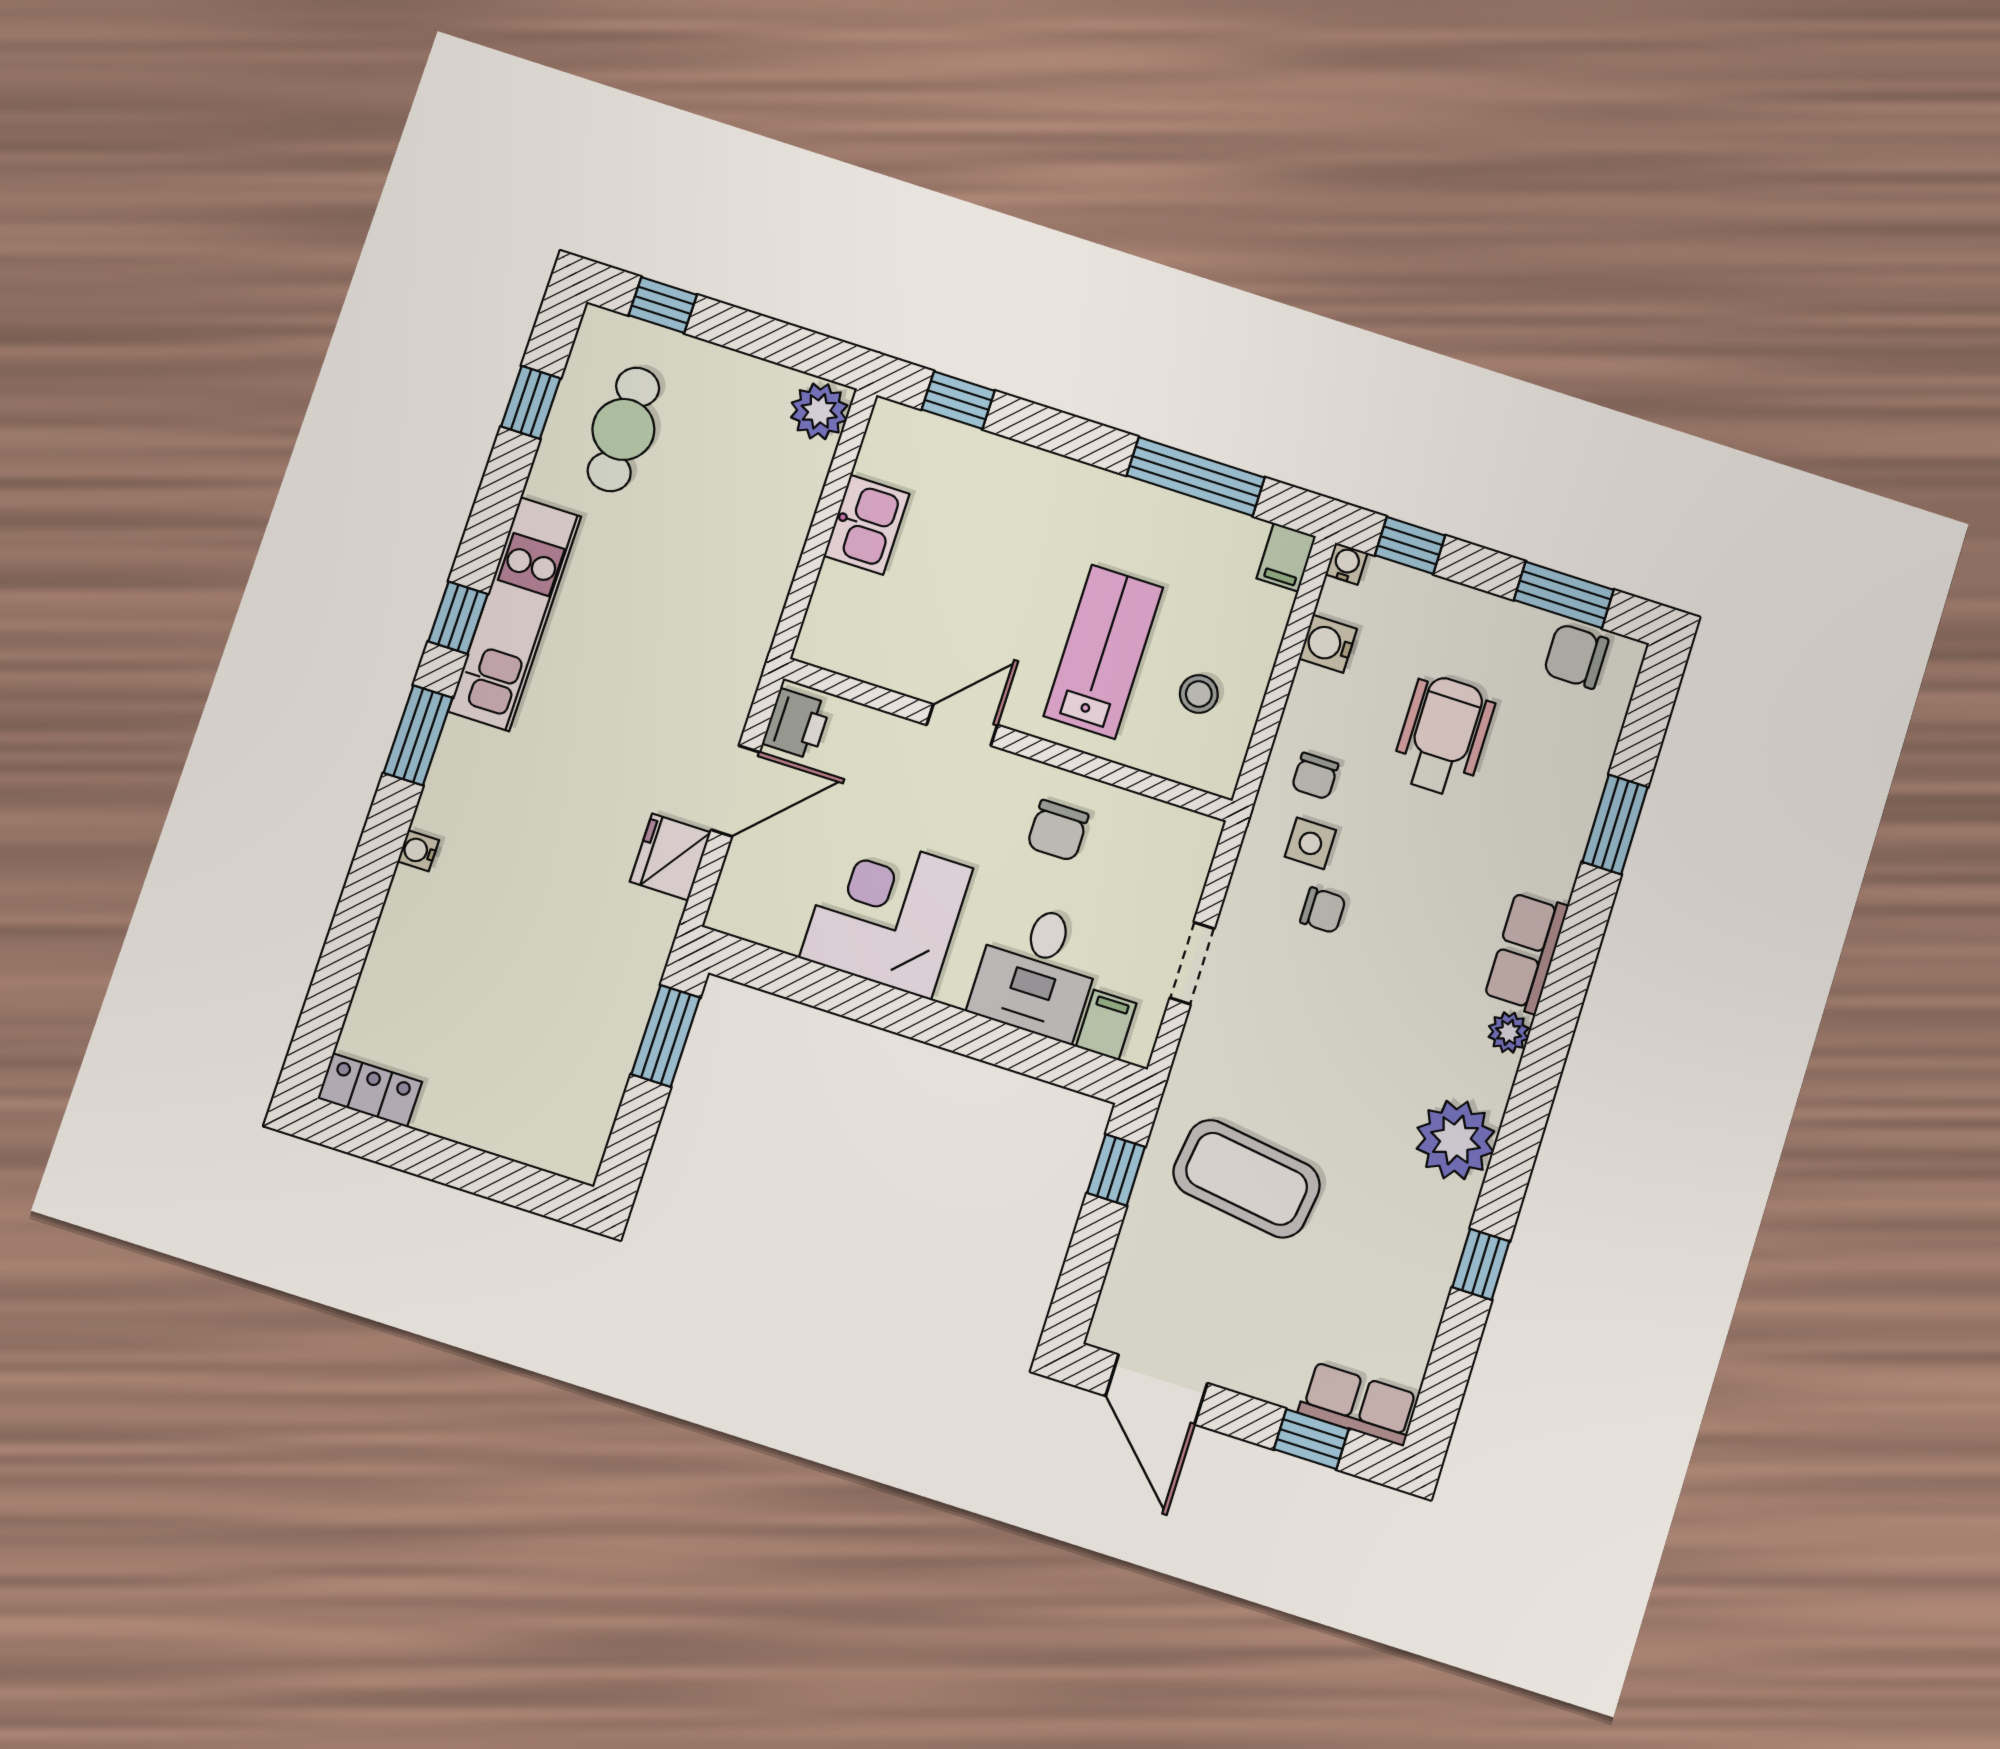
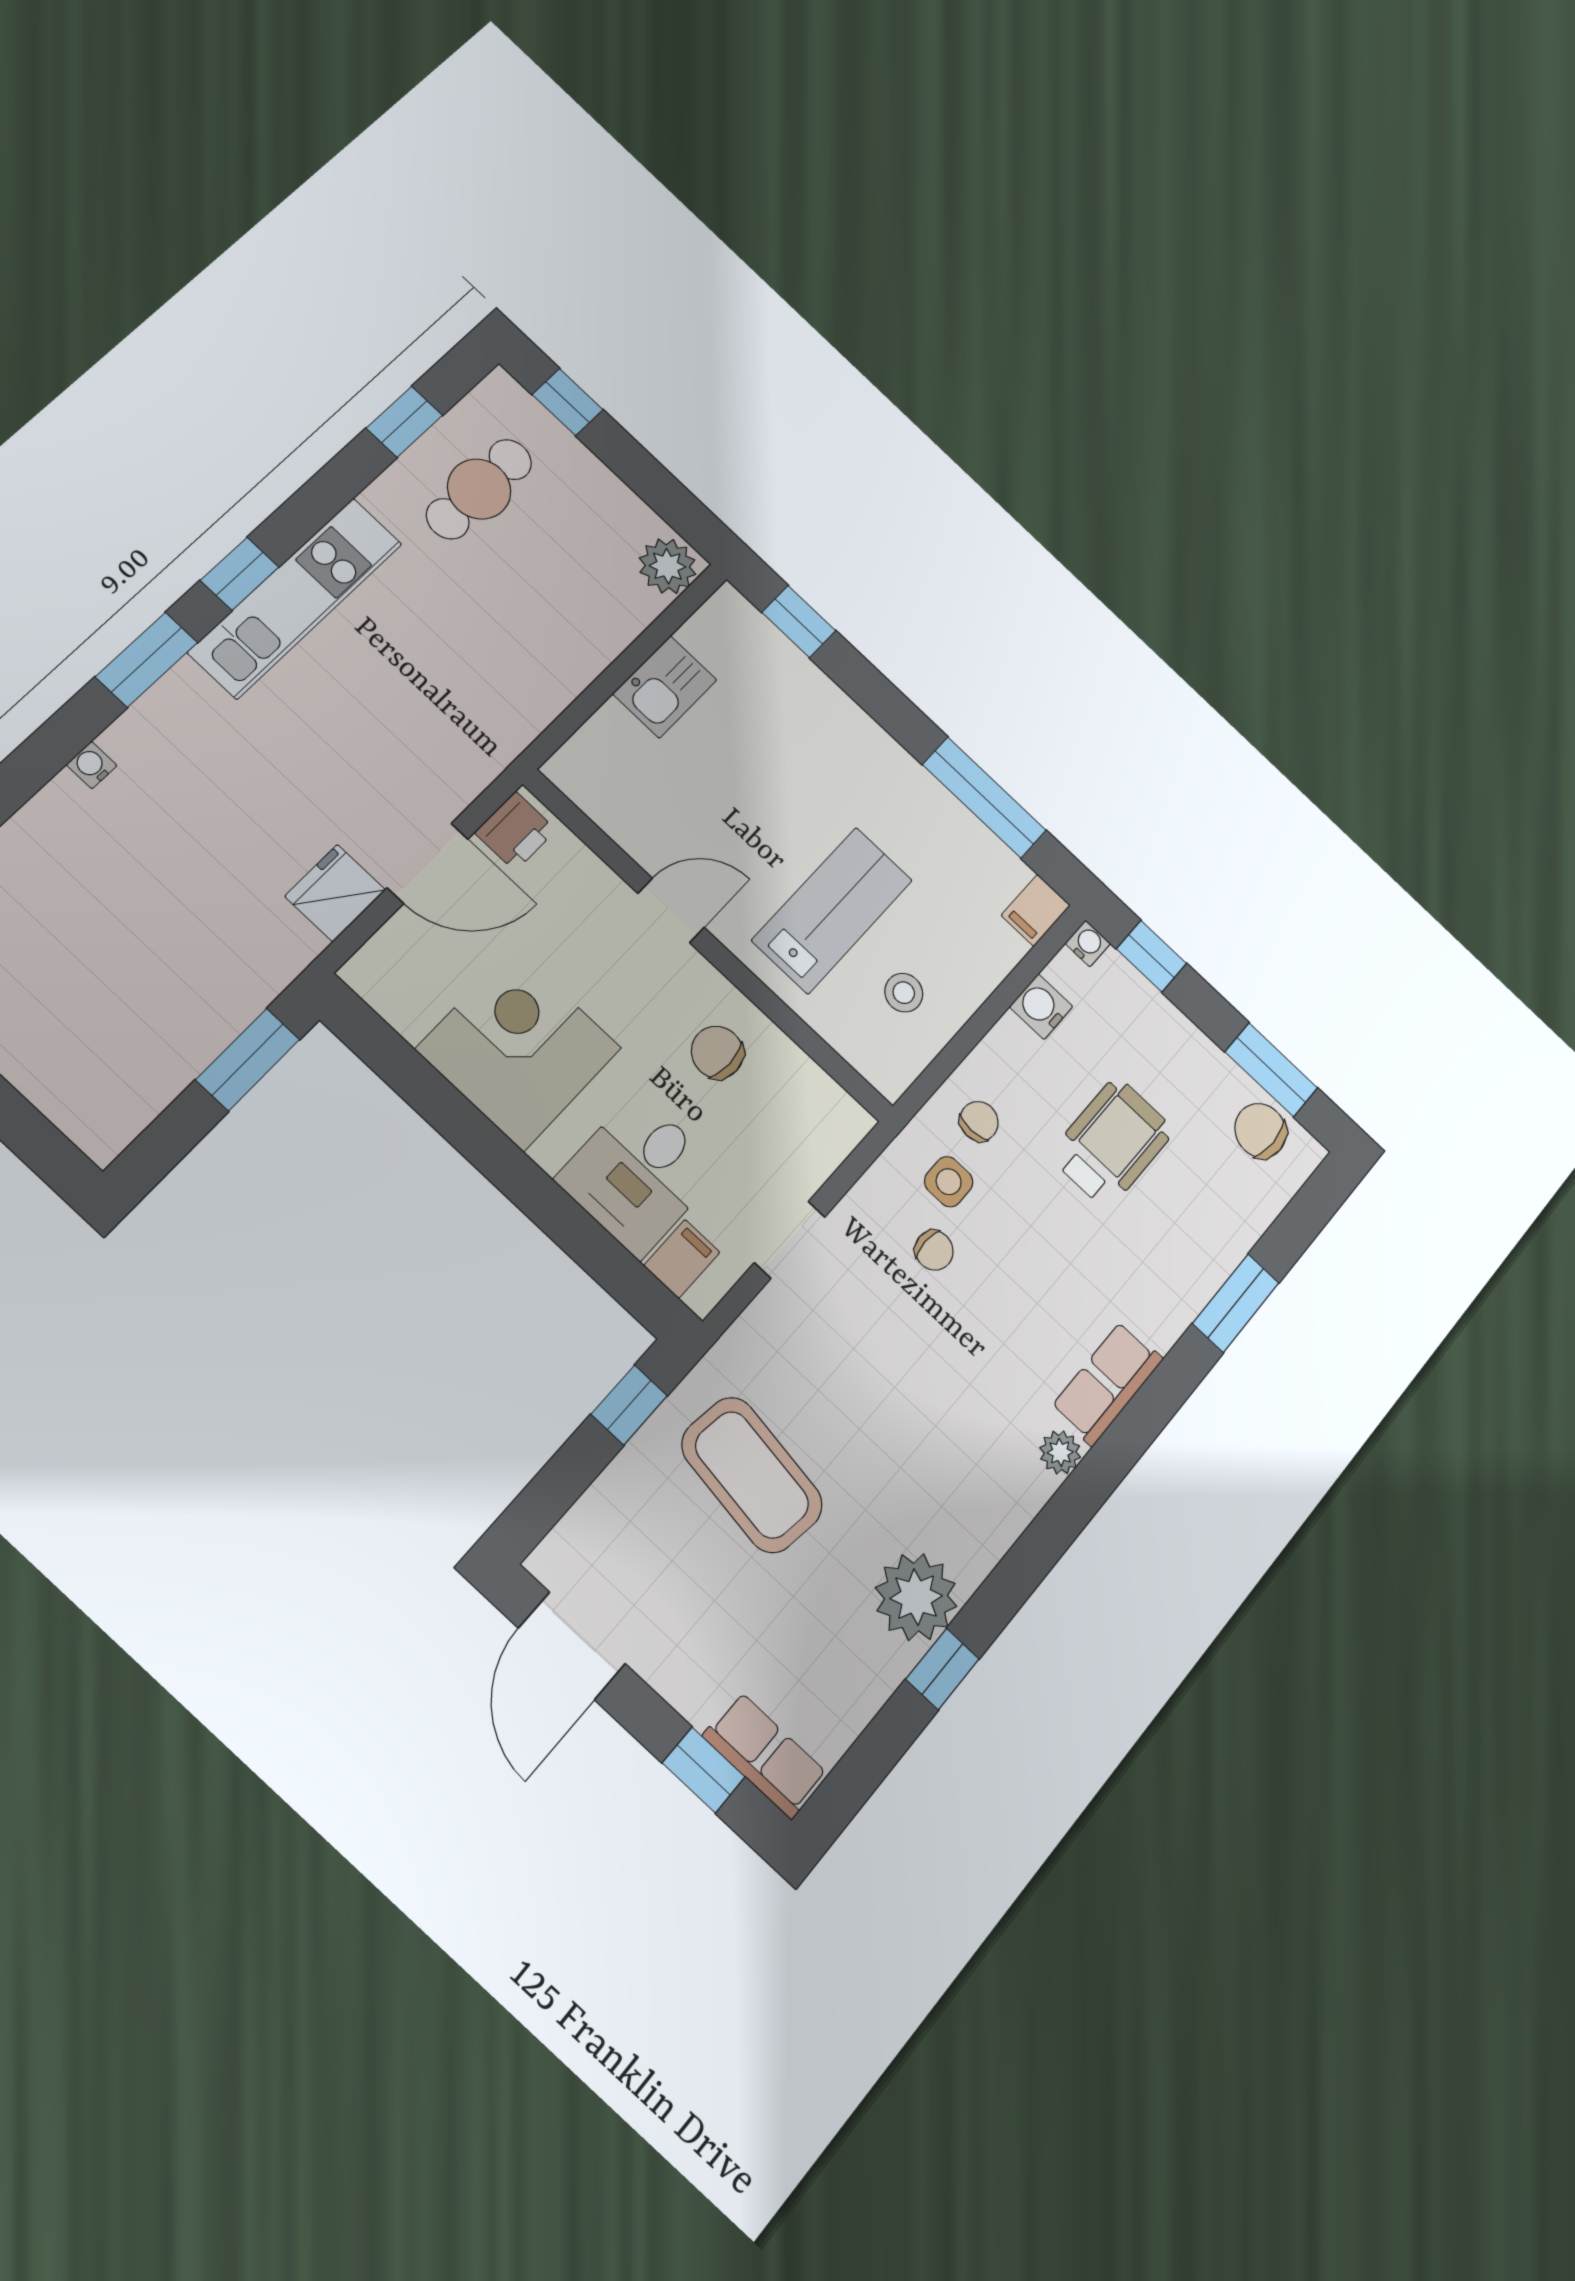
chair: (1315, 776) -> (979, 1121), turned 180
chair: (1058, 831) -> (717, 1052), turned 90
plant: (1455, 1140) -> (916, 1597), moved

